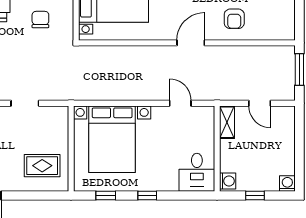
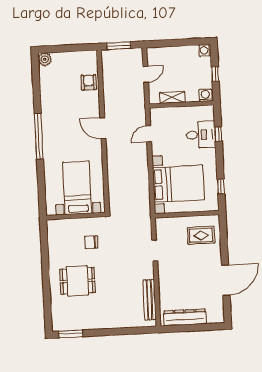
armchair: (234, 19) -> (89, 82), moved, turned -90
shelving: (227, 122) -> (172, 97), moved
rug: (42, 166) -> (201, 235), turned 90
desk: (197, 172) -> (201, 135), moved
window: (147, 196) -> (218, 134), moved

